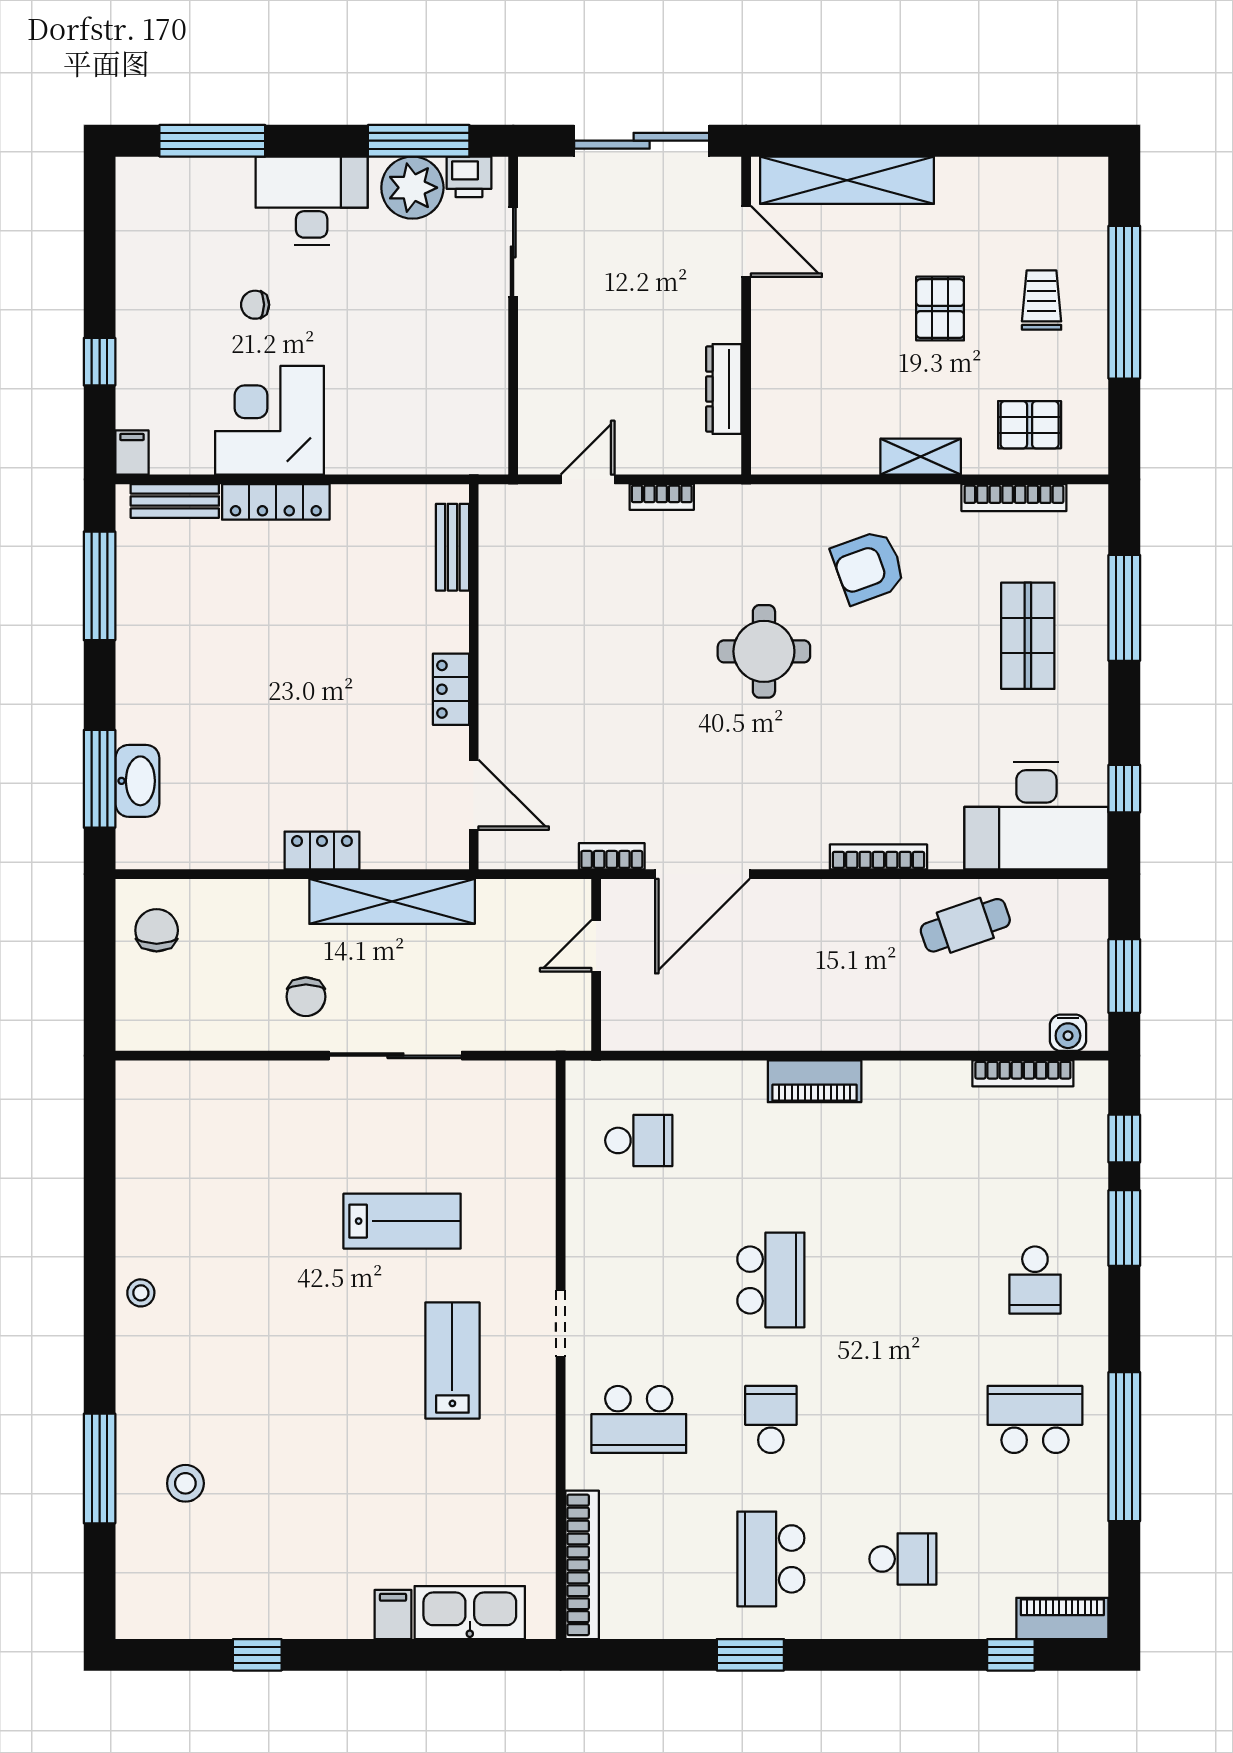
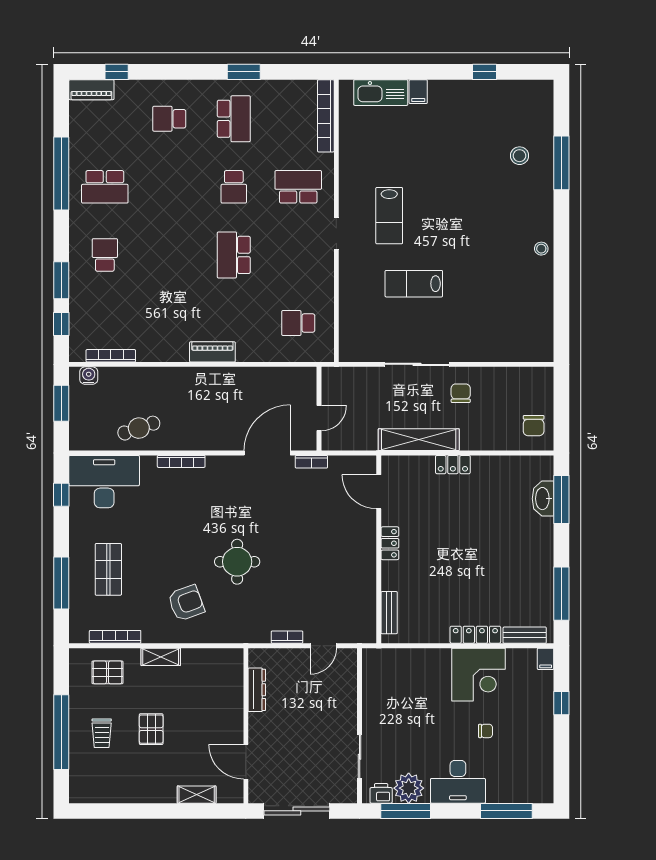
shelving: (847, 180) -> (197, 795), width x0.45, depth x0.75

